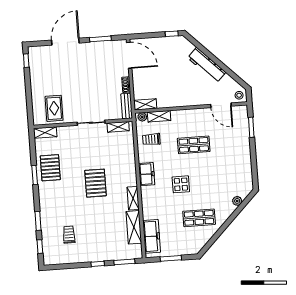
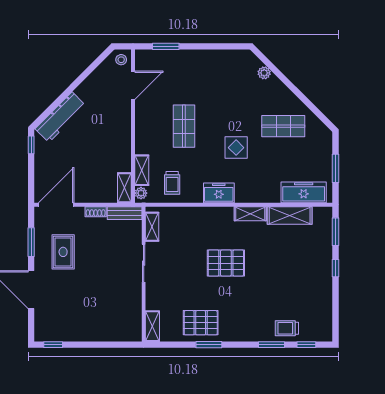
workbench: (207, 65) -> (60, 117), moved
rug: (54, 108) -> (63, 252), moved, turned 90
shop shelf: (199, 218) -> (283, 126), turned 90
trolley: (69, 235) -> (287, 328), moved

